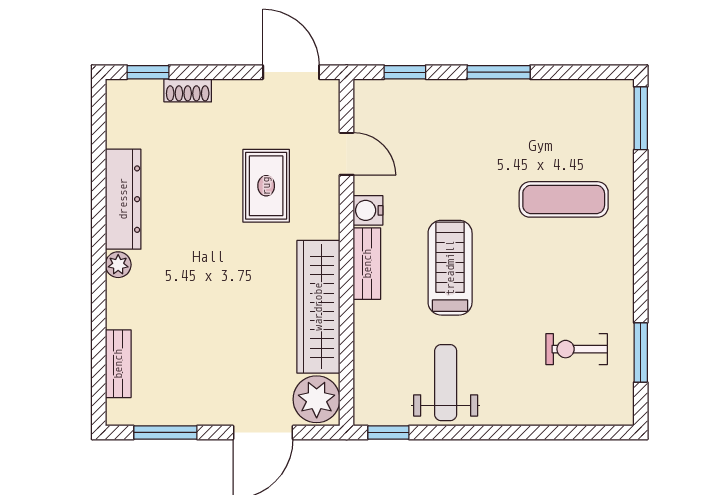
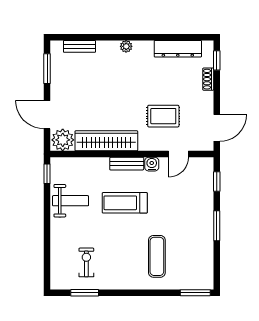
dresser: (123, 199) -> (178, 49), moved
treadmill: (450, 268) -> (125, 203), turned 180

